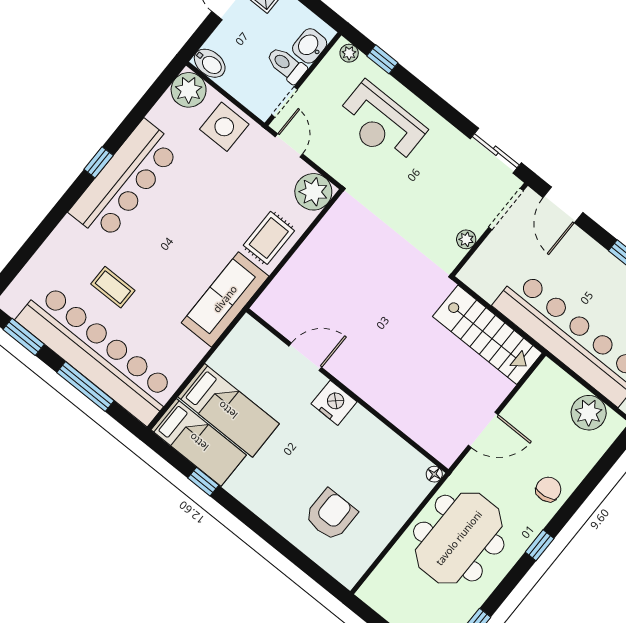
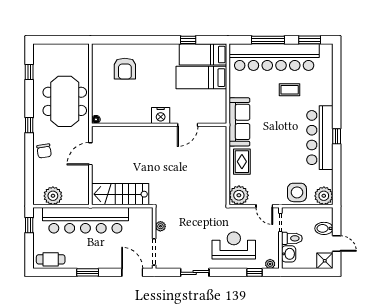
bidet: (210, 63) -> (324, 228), moved
sliding door: (496, 151) -> (195, 272), moved

